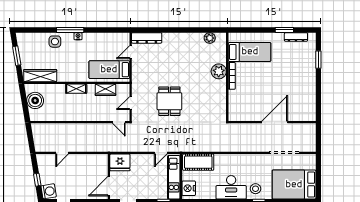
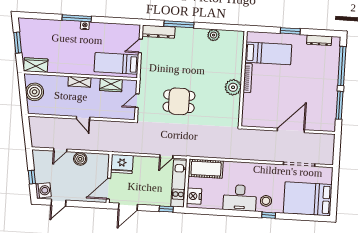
window: (165, 30) -> (179, 24), added
window: (284, 30) -> (290, 31), moved
plant: (210, 38) -> (214, 35), moved
side table: (55, 42) -> (60, 30), removed
window: (318, 60) -> (342, 66), width x2.11
plant: (219, 71) -> (233, 87), moved
wardrobe: (40, 76) -> (36, 65), width x0.67
window: (318, 96) -> (339, 105), added
dining table: (169, 101) -> (179, 101), turned 90
door: (119, 122) -> (83, 118), moved
boiler: (81, 160) -> (80, 159), added

